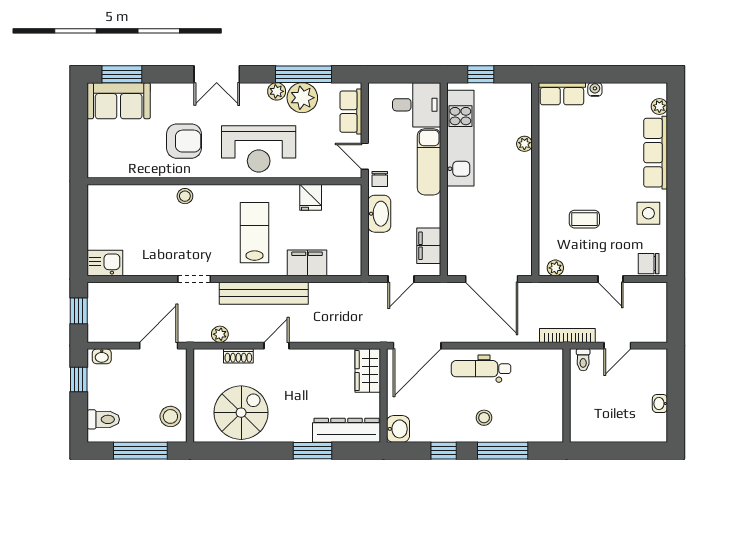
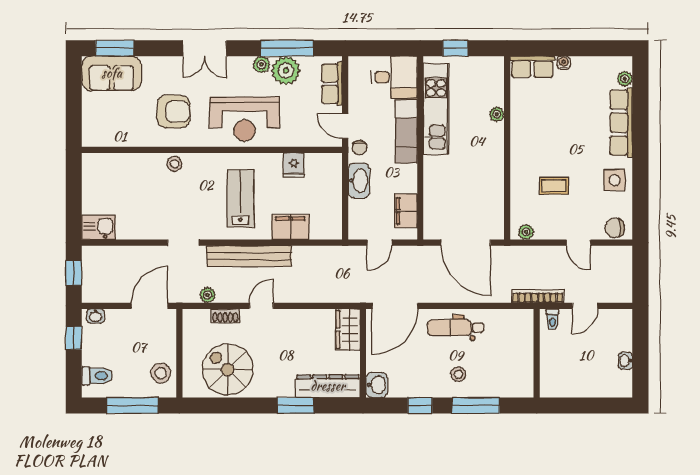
spiral stairs: (241, 413) -> (228, 369), turned -90

